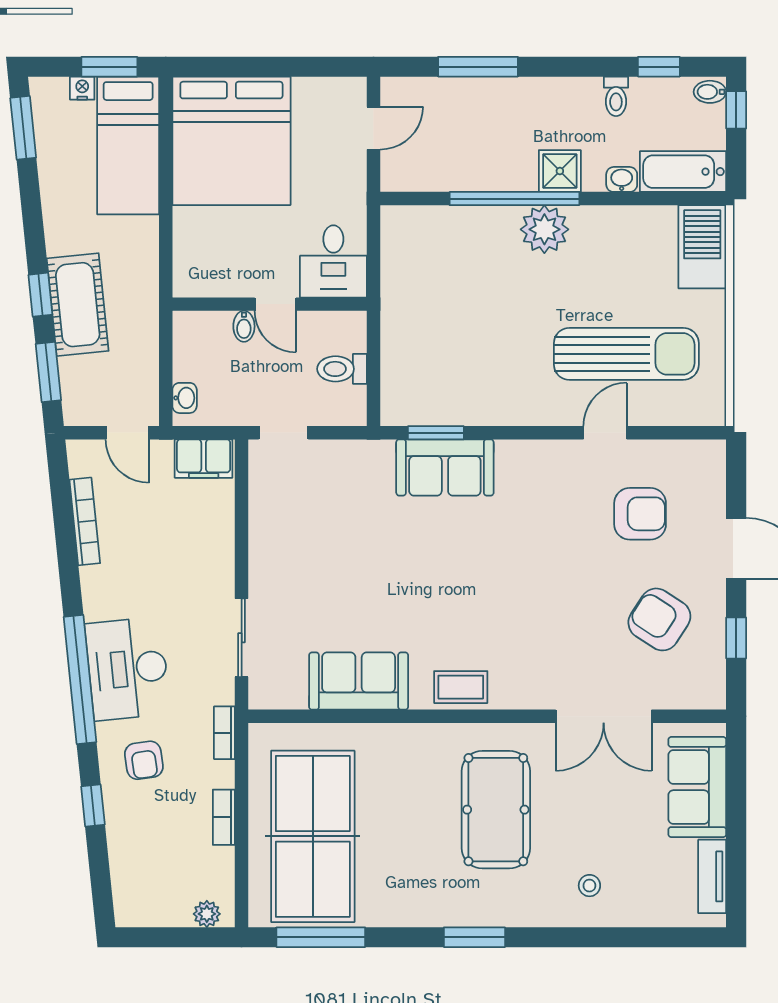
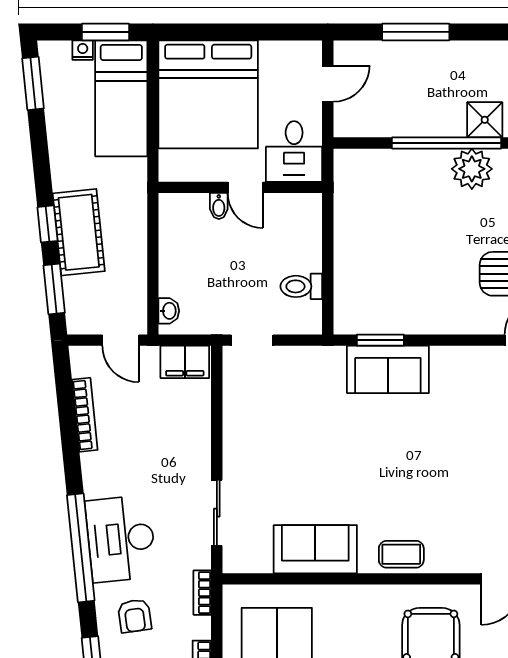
desk: (333, 261) -> (294, 151), moved
wall: (270, 304) -> (240, 187), moved
door: (275, 304) -> (245, 187), moved
bidet: (244, 326) -> (219, 206), moved

